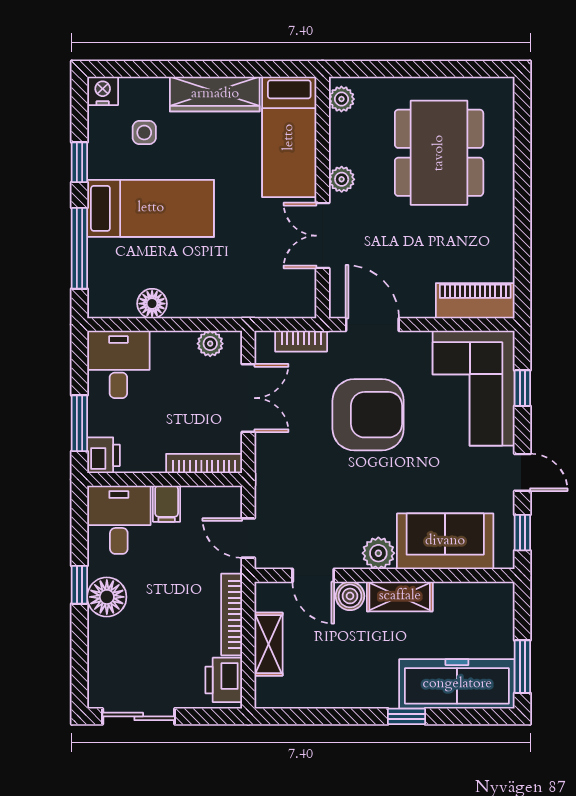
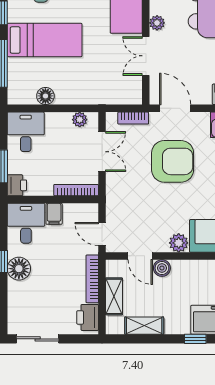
shelving: (400, 596) -> (144, 326), moved

